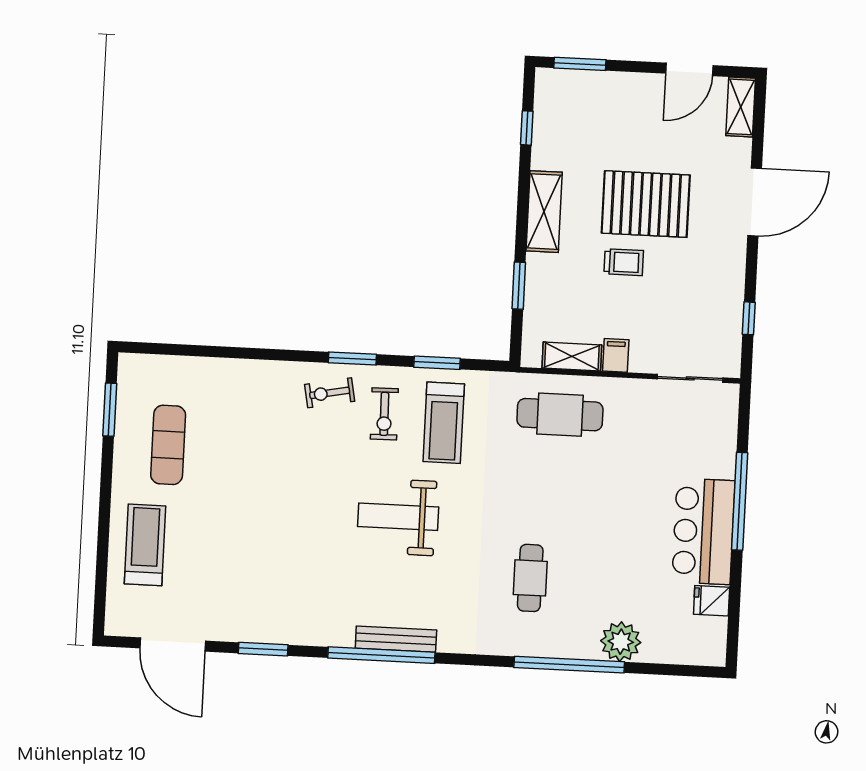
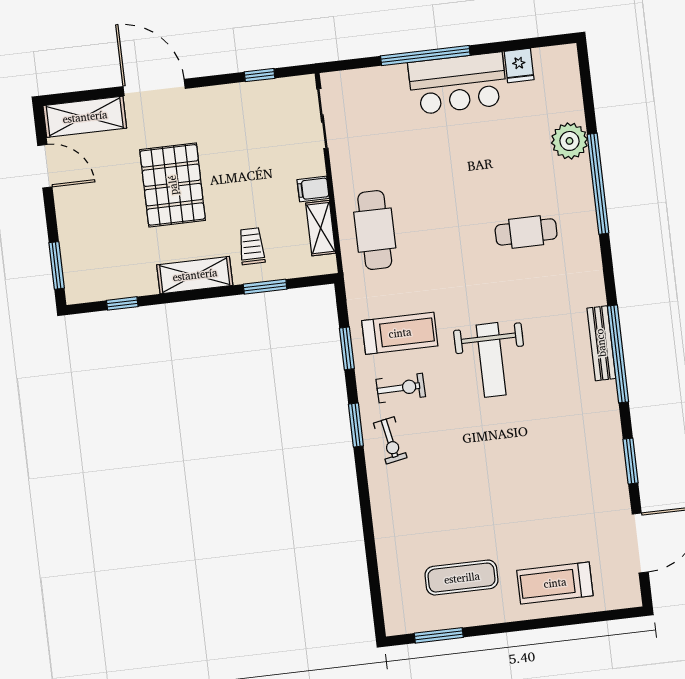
shelving: (741, 107) -> (85, 117), width x1.50, depth x1.33
trolley: (624, 262) -> (252, 246), moved

